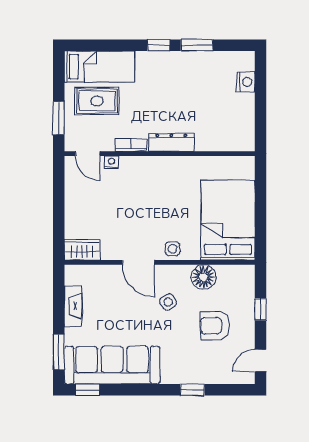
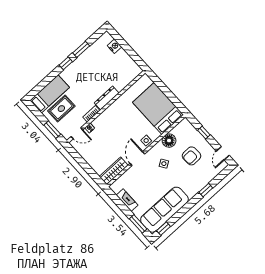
wardrobe: (82, 250) -> (114, 171), width x1.50
door: (138, 262) -> (137, 159), swing flipped

